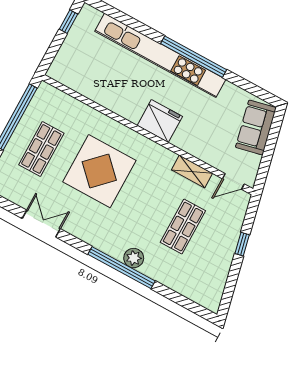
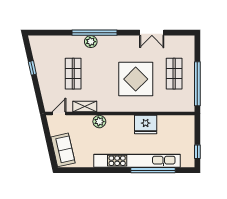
window: (194, 57) -> (153, 170), moved
fridge: (160, 121) -> (146, 125), moved
plant: (183, 139) -> (99, 122), added
window: (242, 244) -> (32, 68), moved

